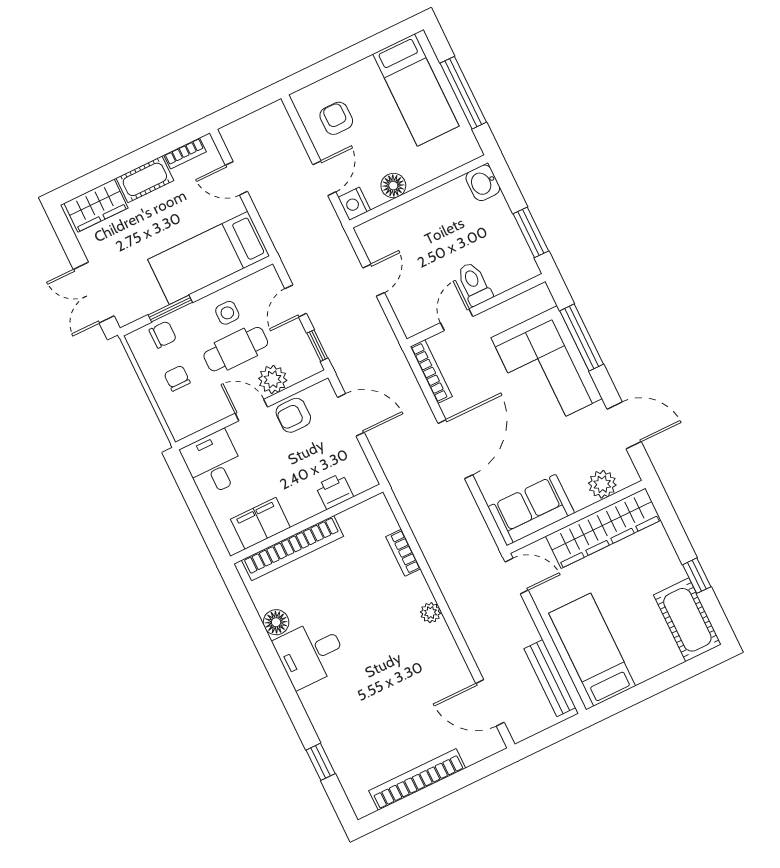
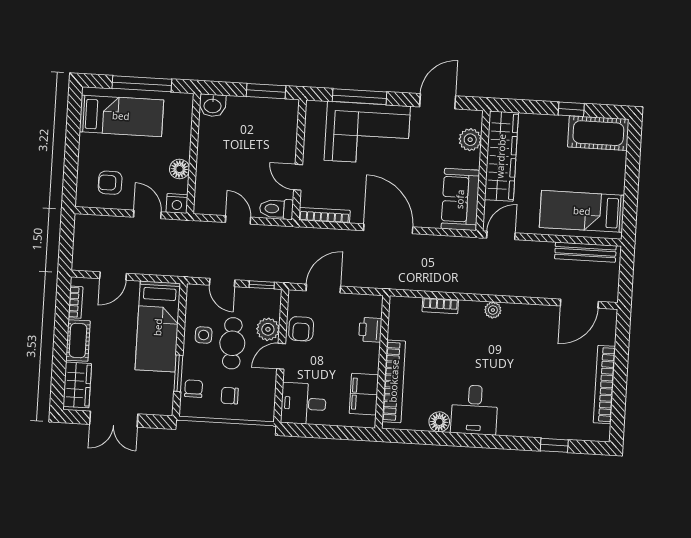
toilet: (474, 284) -> (276, 209), moved
double door: (94, 293) -> (114, 419), moved

